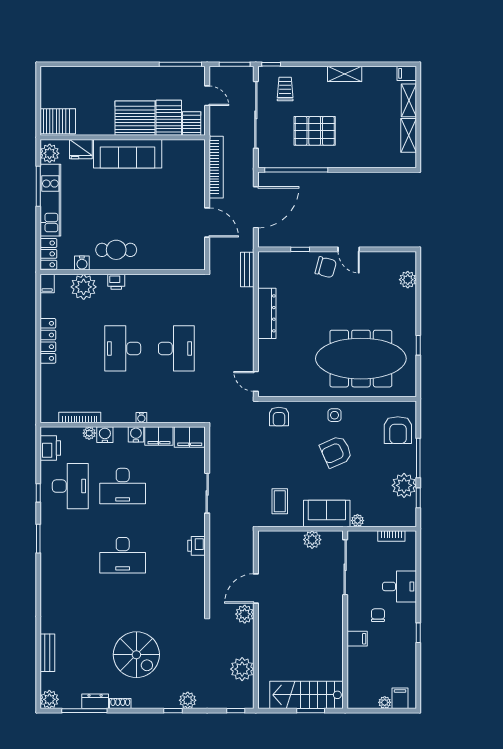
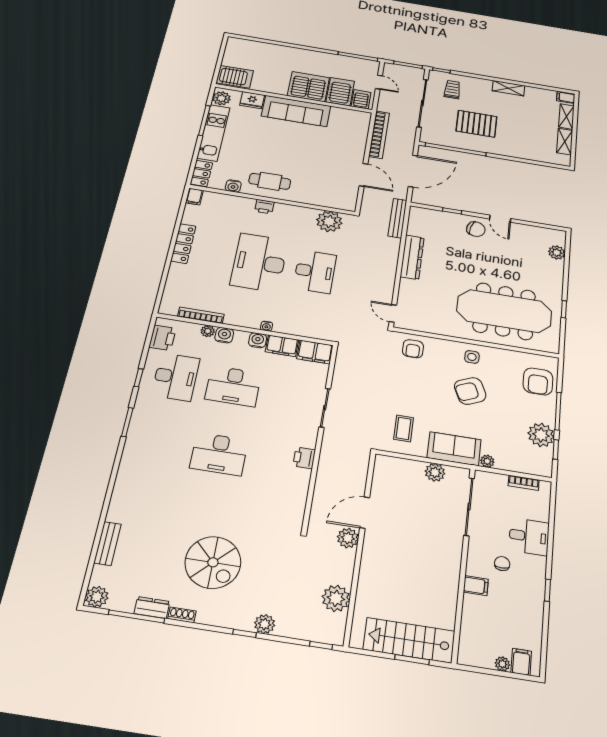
bench: (247, 269) -> (397, 218), width x1.36
plant: (84, 287) -> (329, 221), moved
desk: (123, 348) -> (259, 263), width x1.36, depth x1.30

